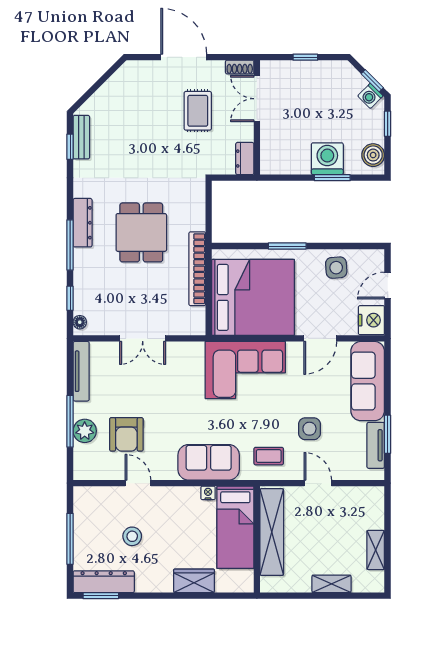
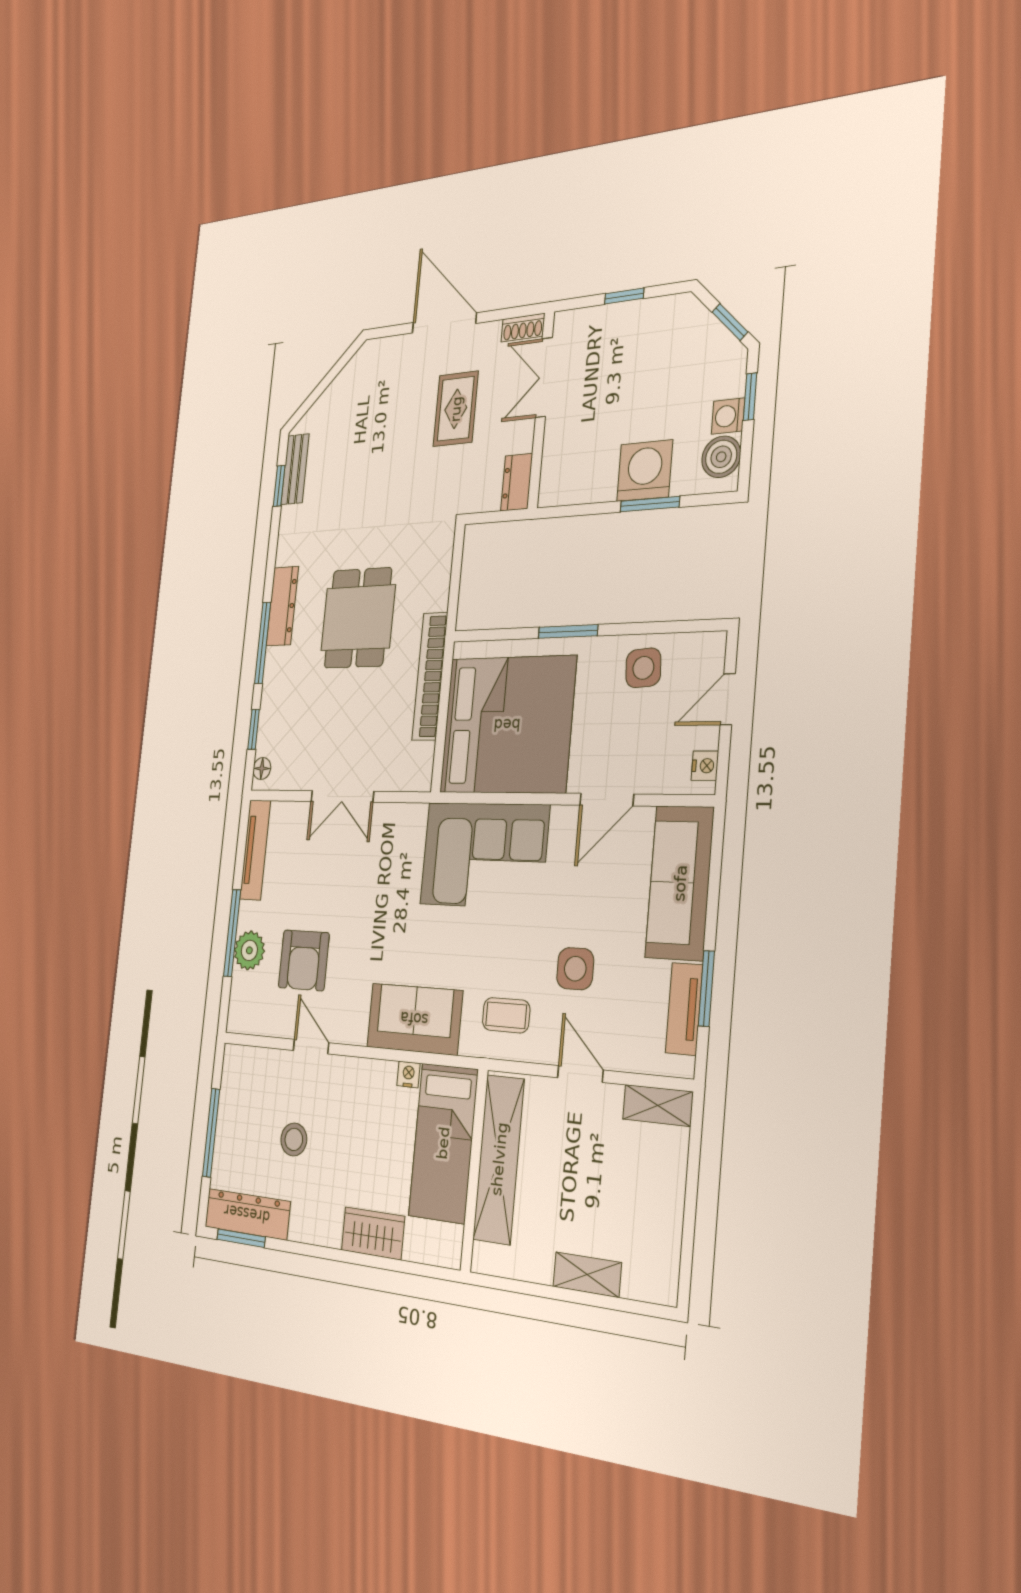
washing machine: (370, 96) -> (728, 416), moved, turned 45
nightstand: (371, 320) -> (705, 766), width x0.53, depth x0.56
shelving: (376, 550) -> (658, 1105), moved, turned 90

